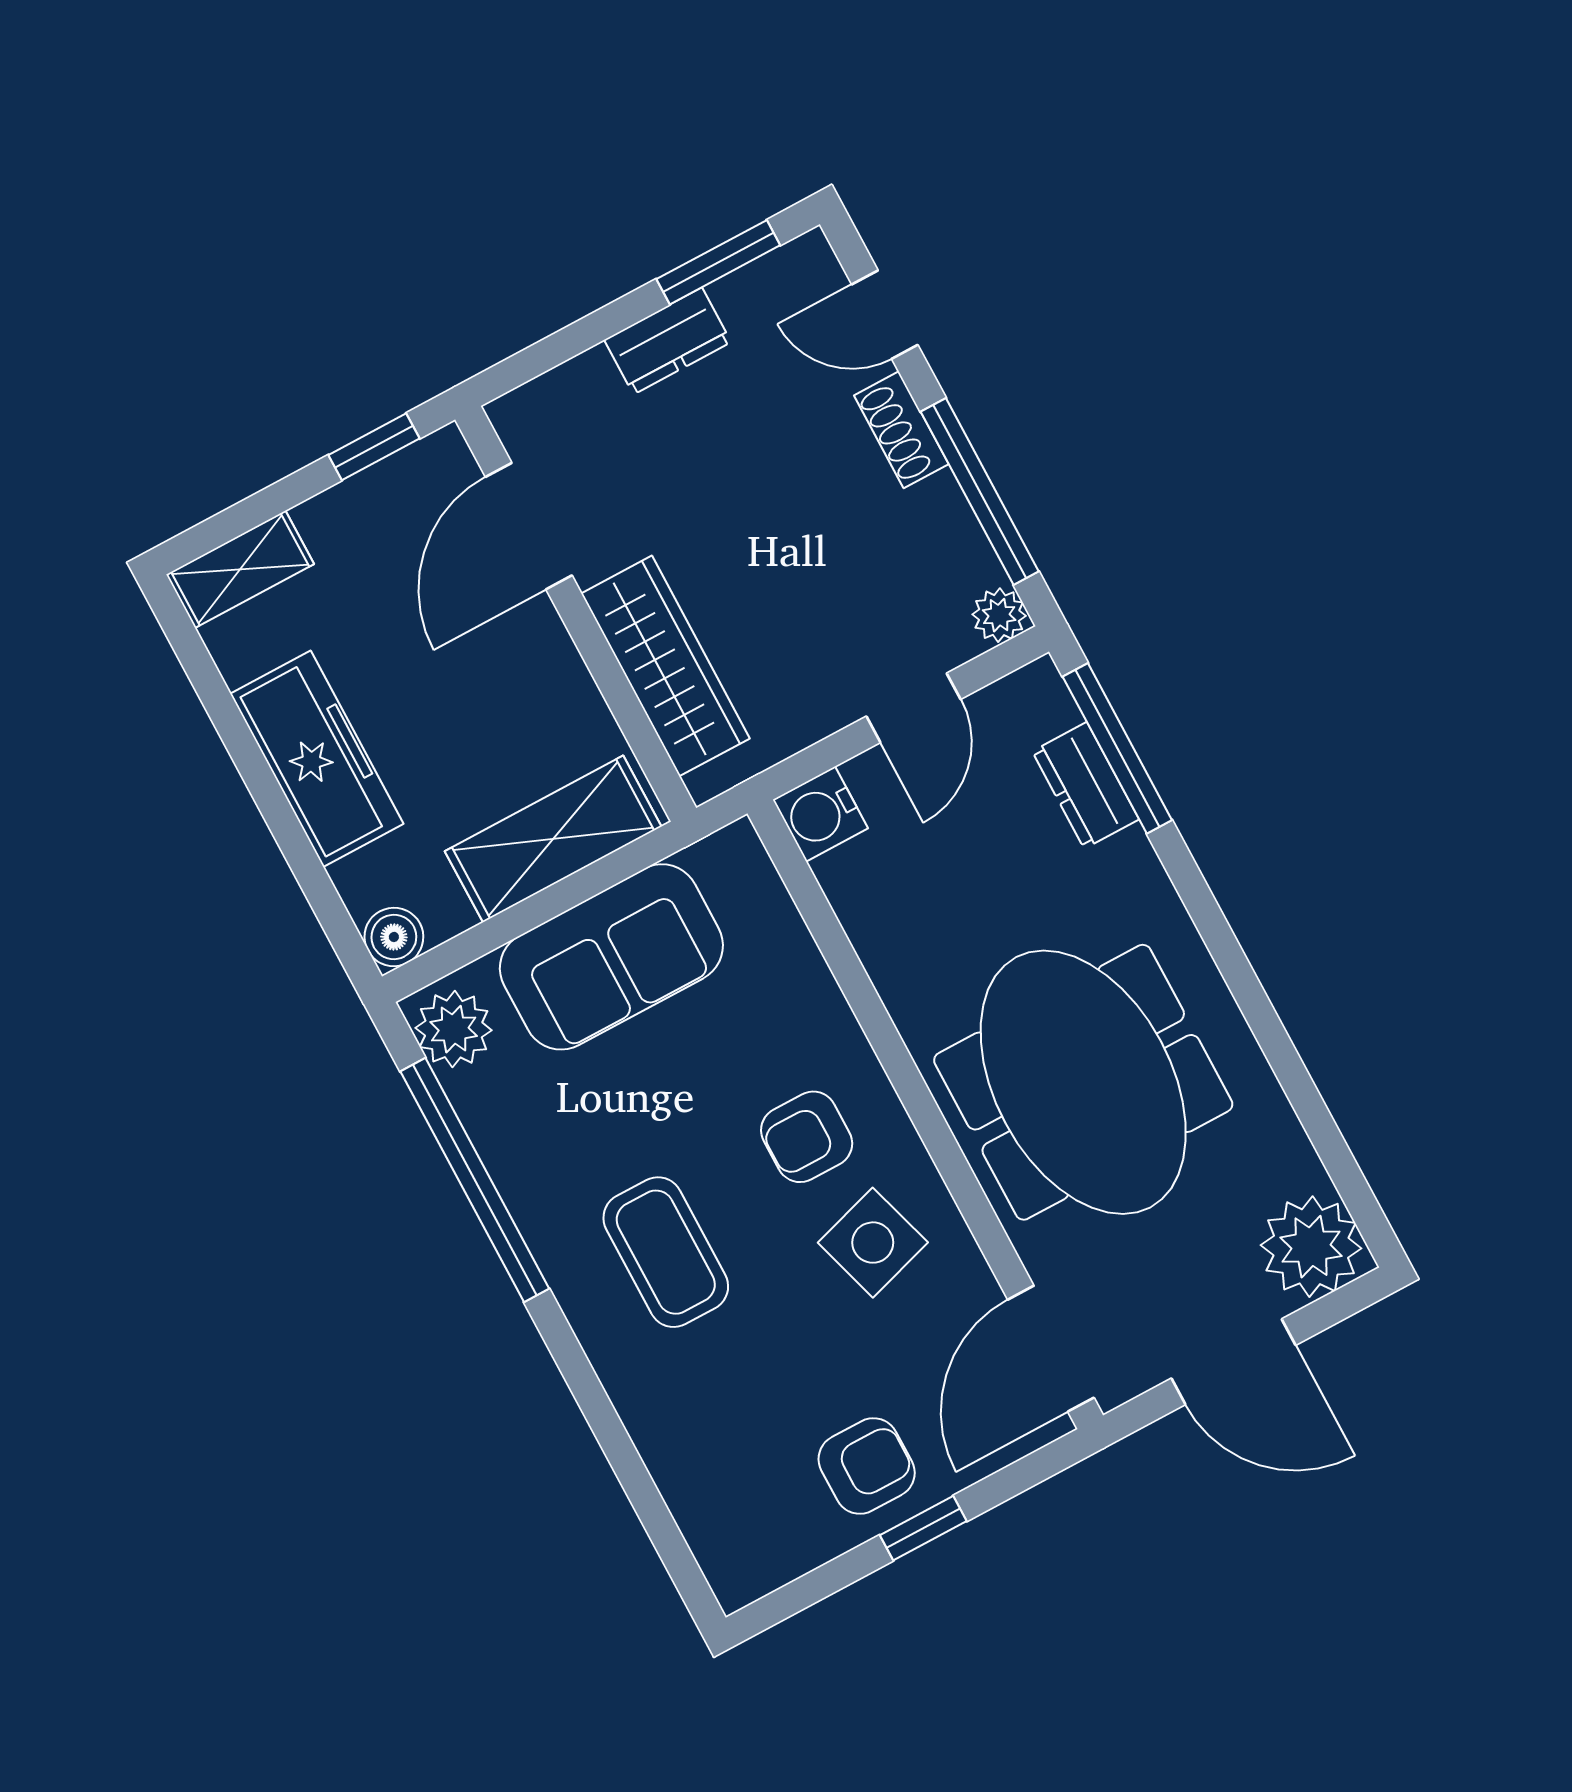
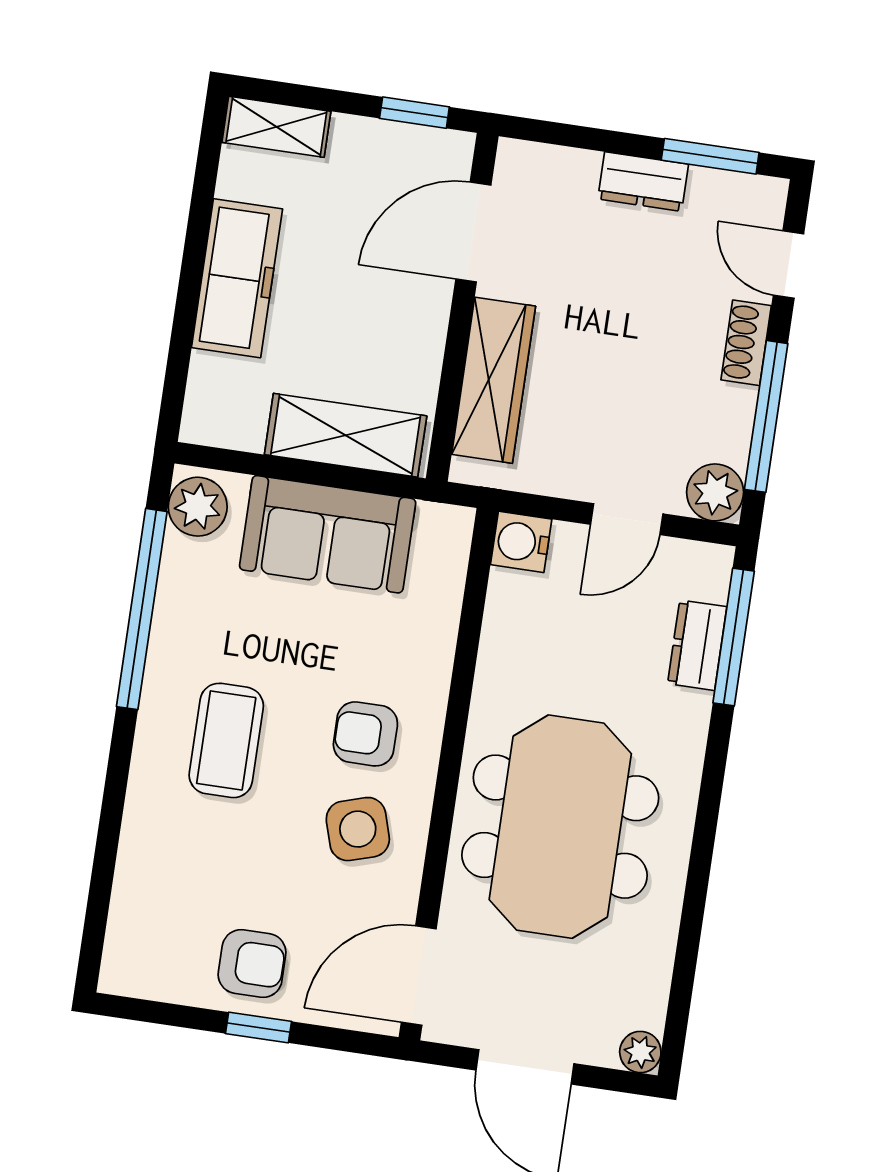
plant: (999, 615) -> (715, 492), width x1.38, depth x1.38
boiler: (394, 937) -> (203, 423), removed
plant: (1311, 1247) -> (640, 1052), width x0.53, depth x0.53

